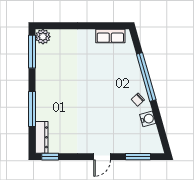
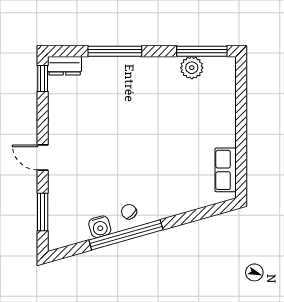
plant: (43, 37) -> (192, 68), moved
window: (146, 77) -> (126, 235), moved
dresser: (42, 137) -> (65, 66), width x0.70

